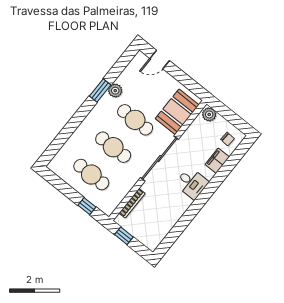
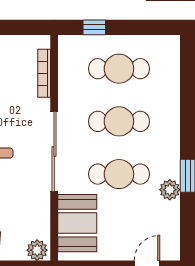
window: (124, 236) -> (23, 27), removed

